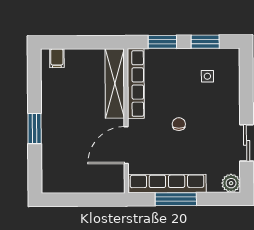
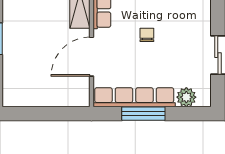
plant: (231, 183) -> (186, 97), moved

